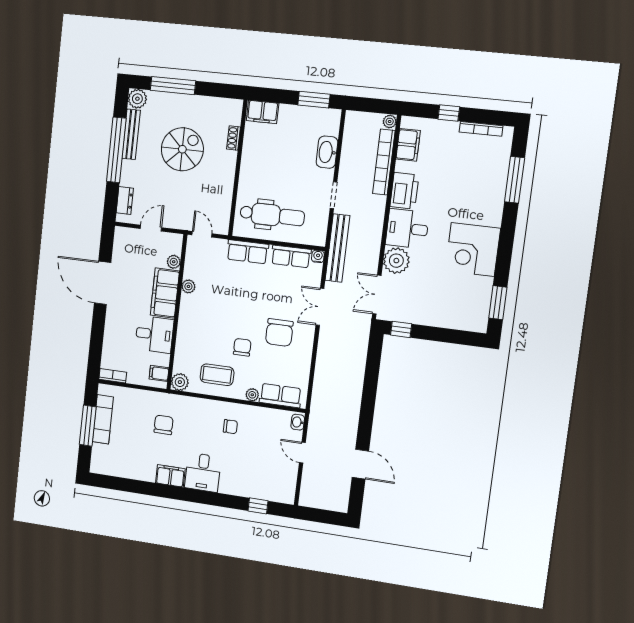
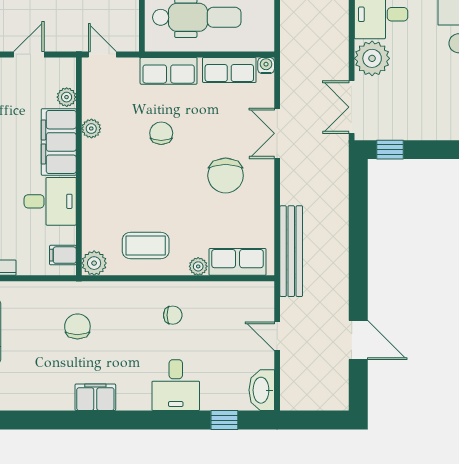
bench: (337, 248) -> (291, 251), moved
chair: (242, 347) -> (161, 133), moved
washbasin: (298, 422) -> (262, 390), moved, width x1.91, depth x1.45
desk: (203, 472) -> (176, 385), moved

